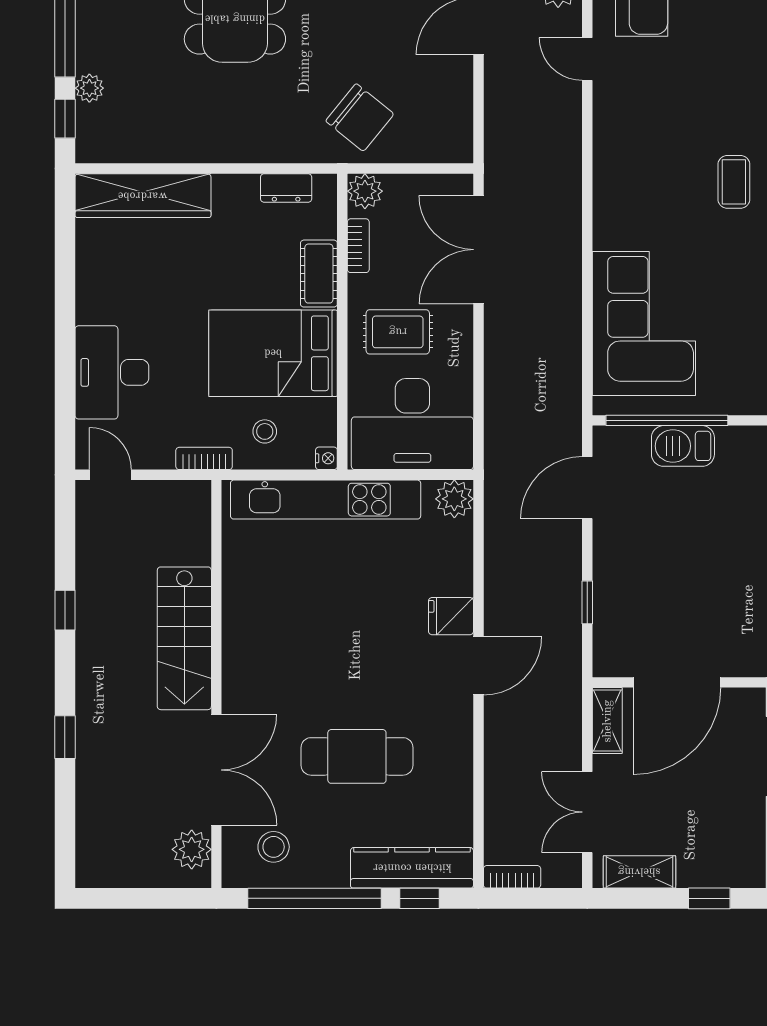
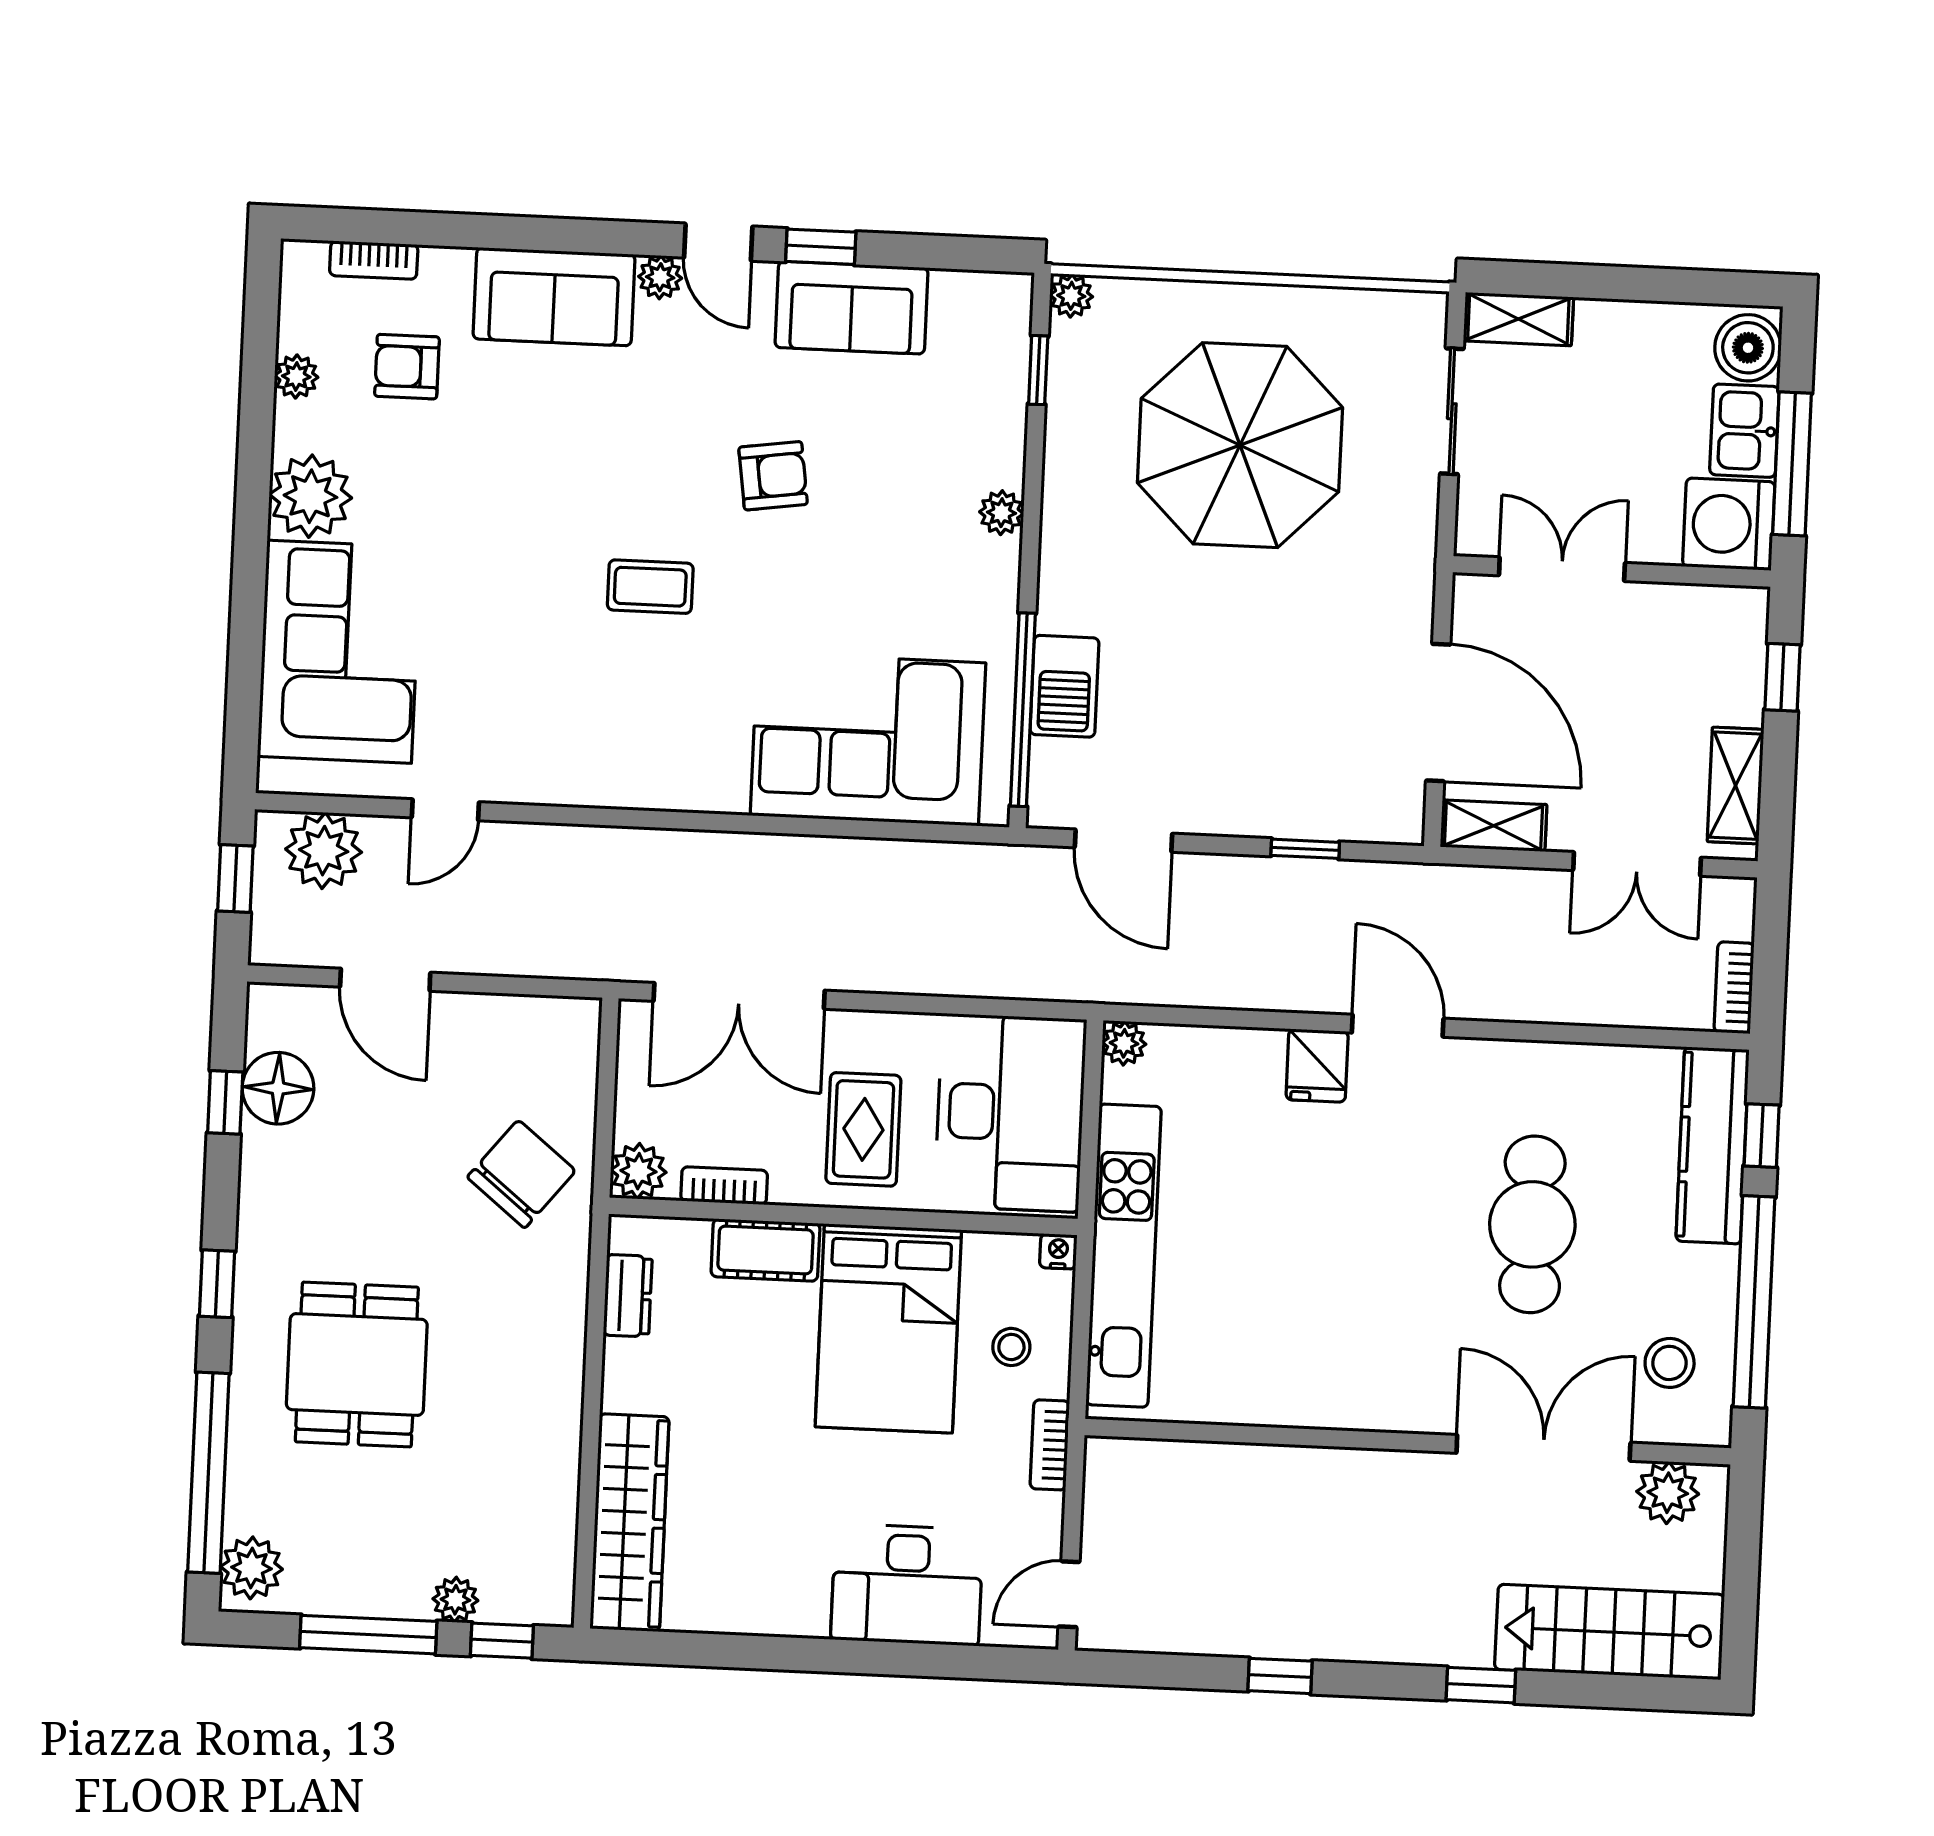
plant: (454, 499) -> (1124, 1043), width x0.73, depth x0.73
stairs: (184, 638) -> (1609, 1632), moved, turned 180

